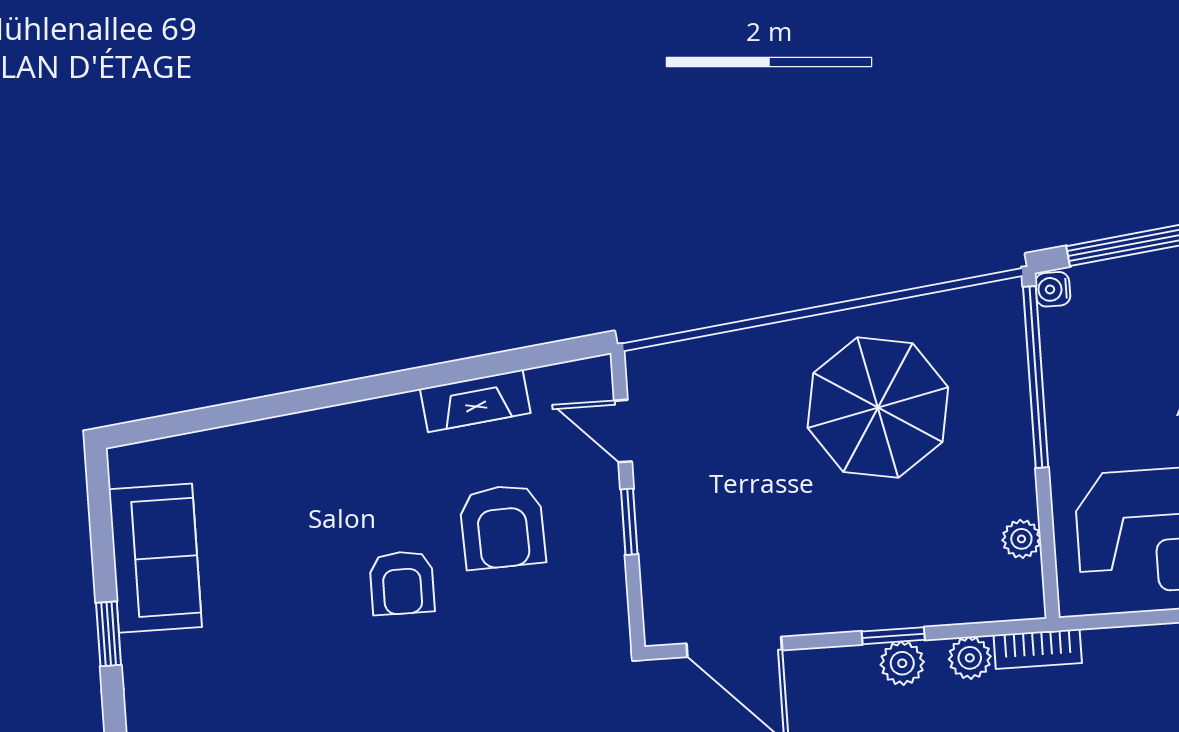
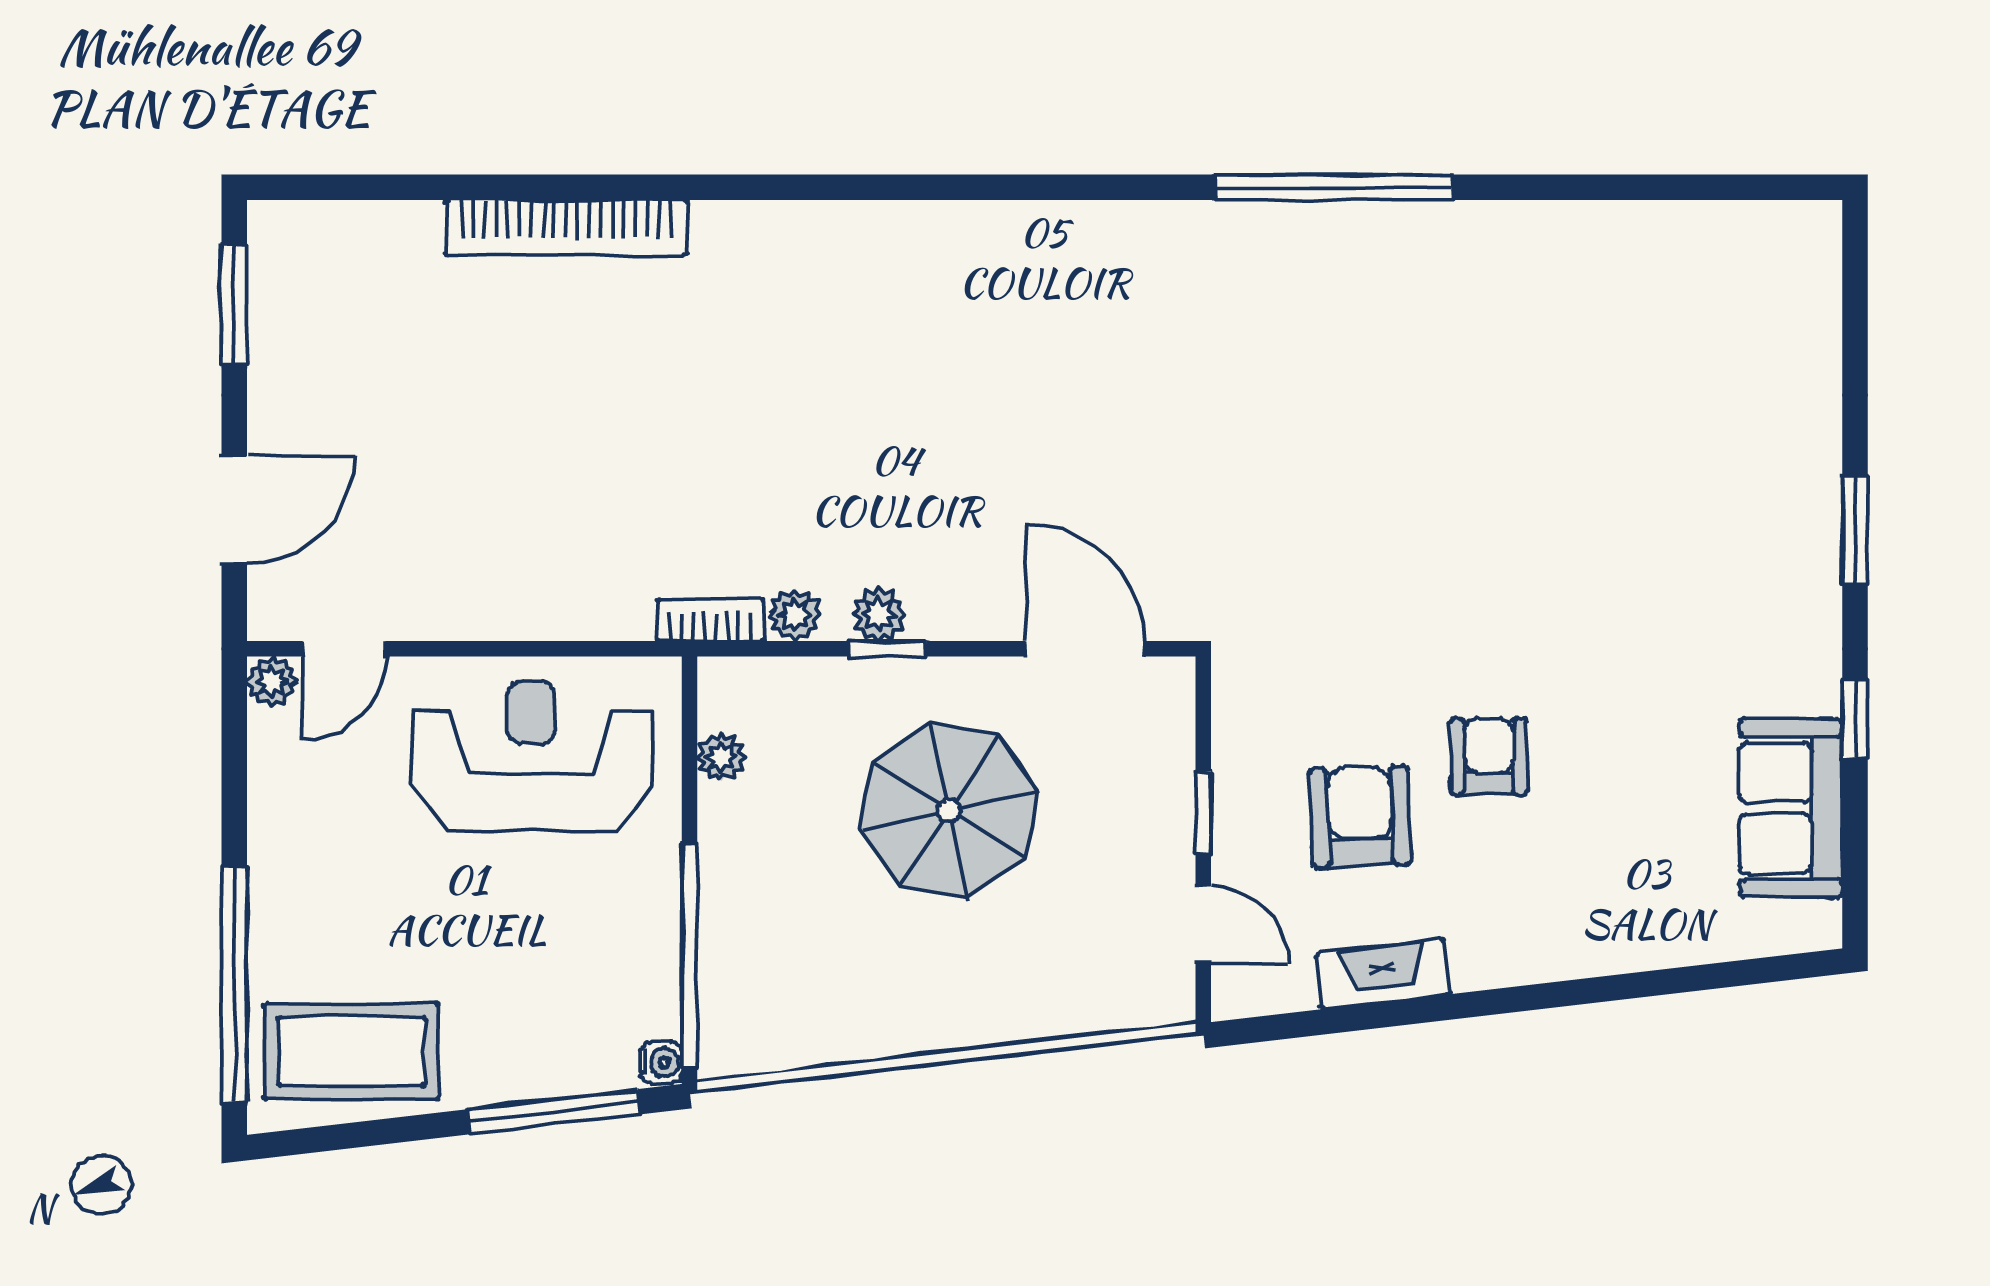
parasol: (878, 408) -> (949, 811), moved

